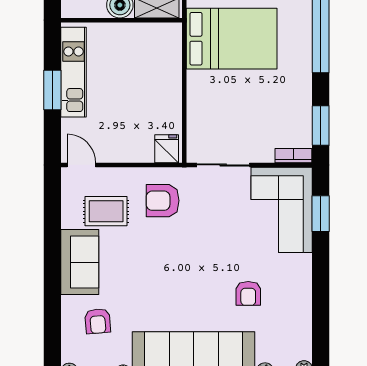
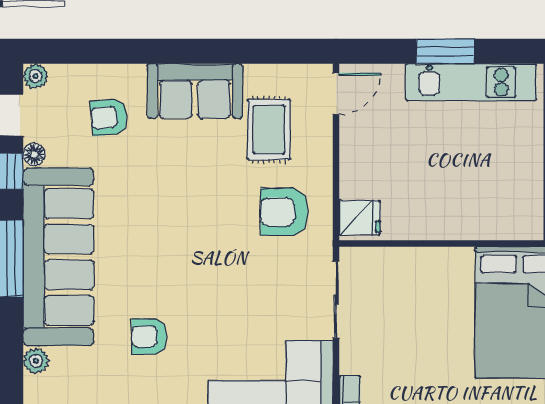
armchair: (163, 201) -> (284, 212), turned -90

